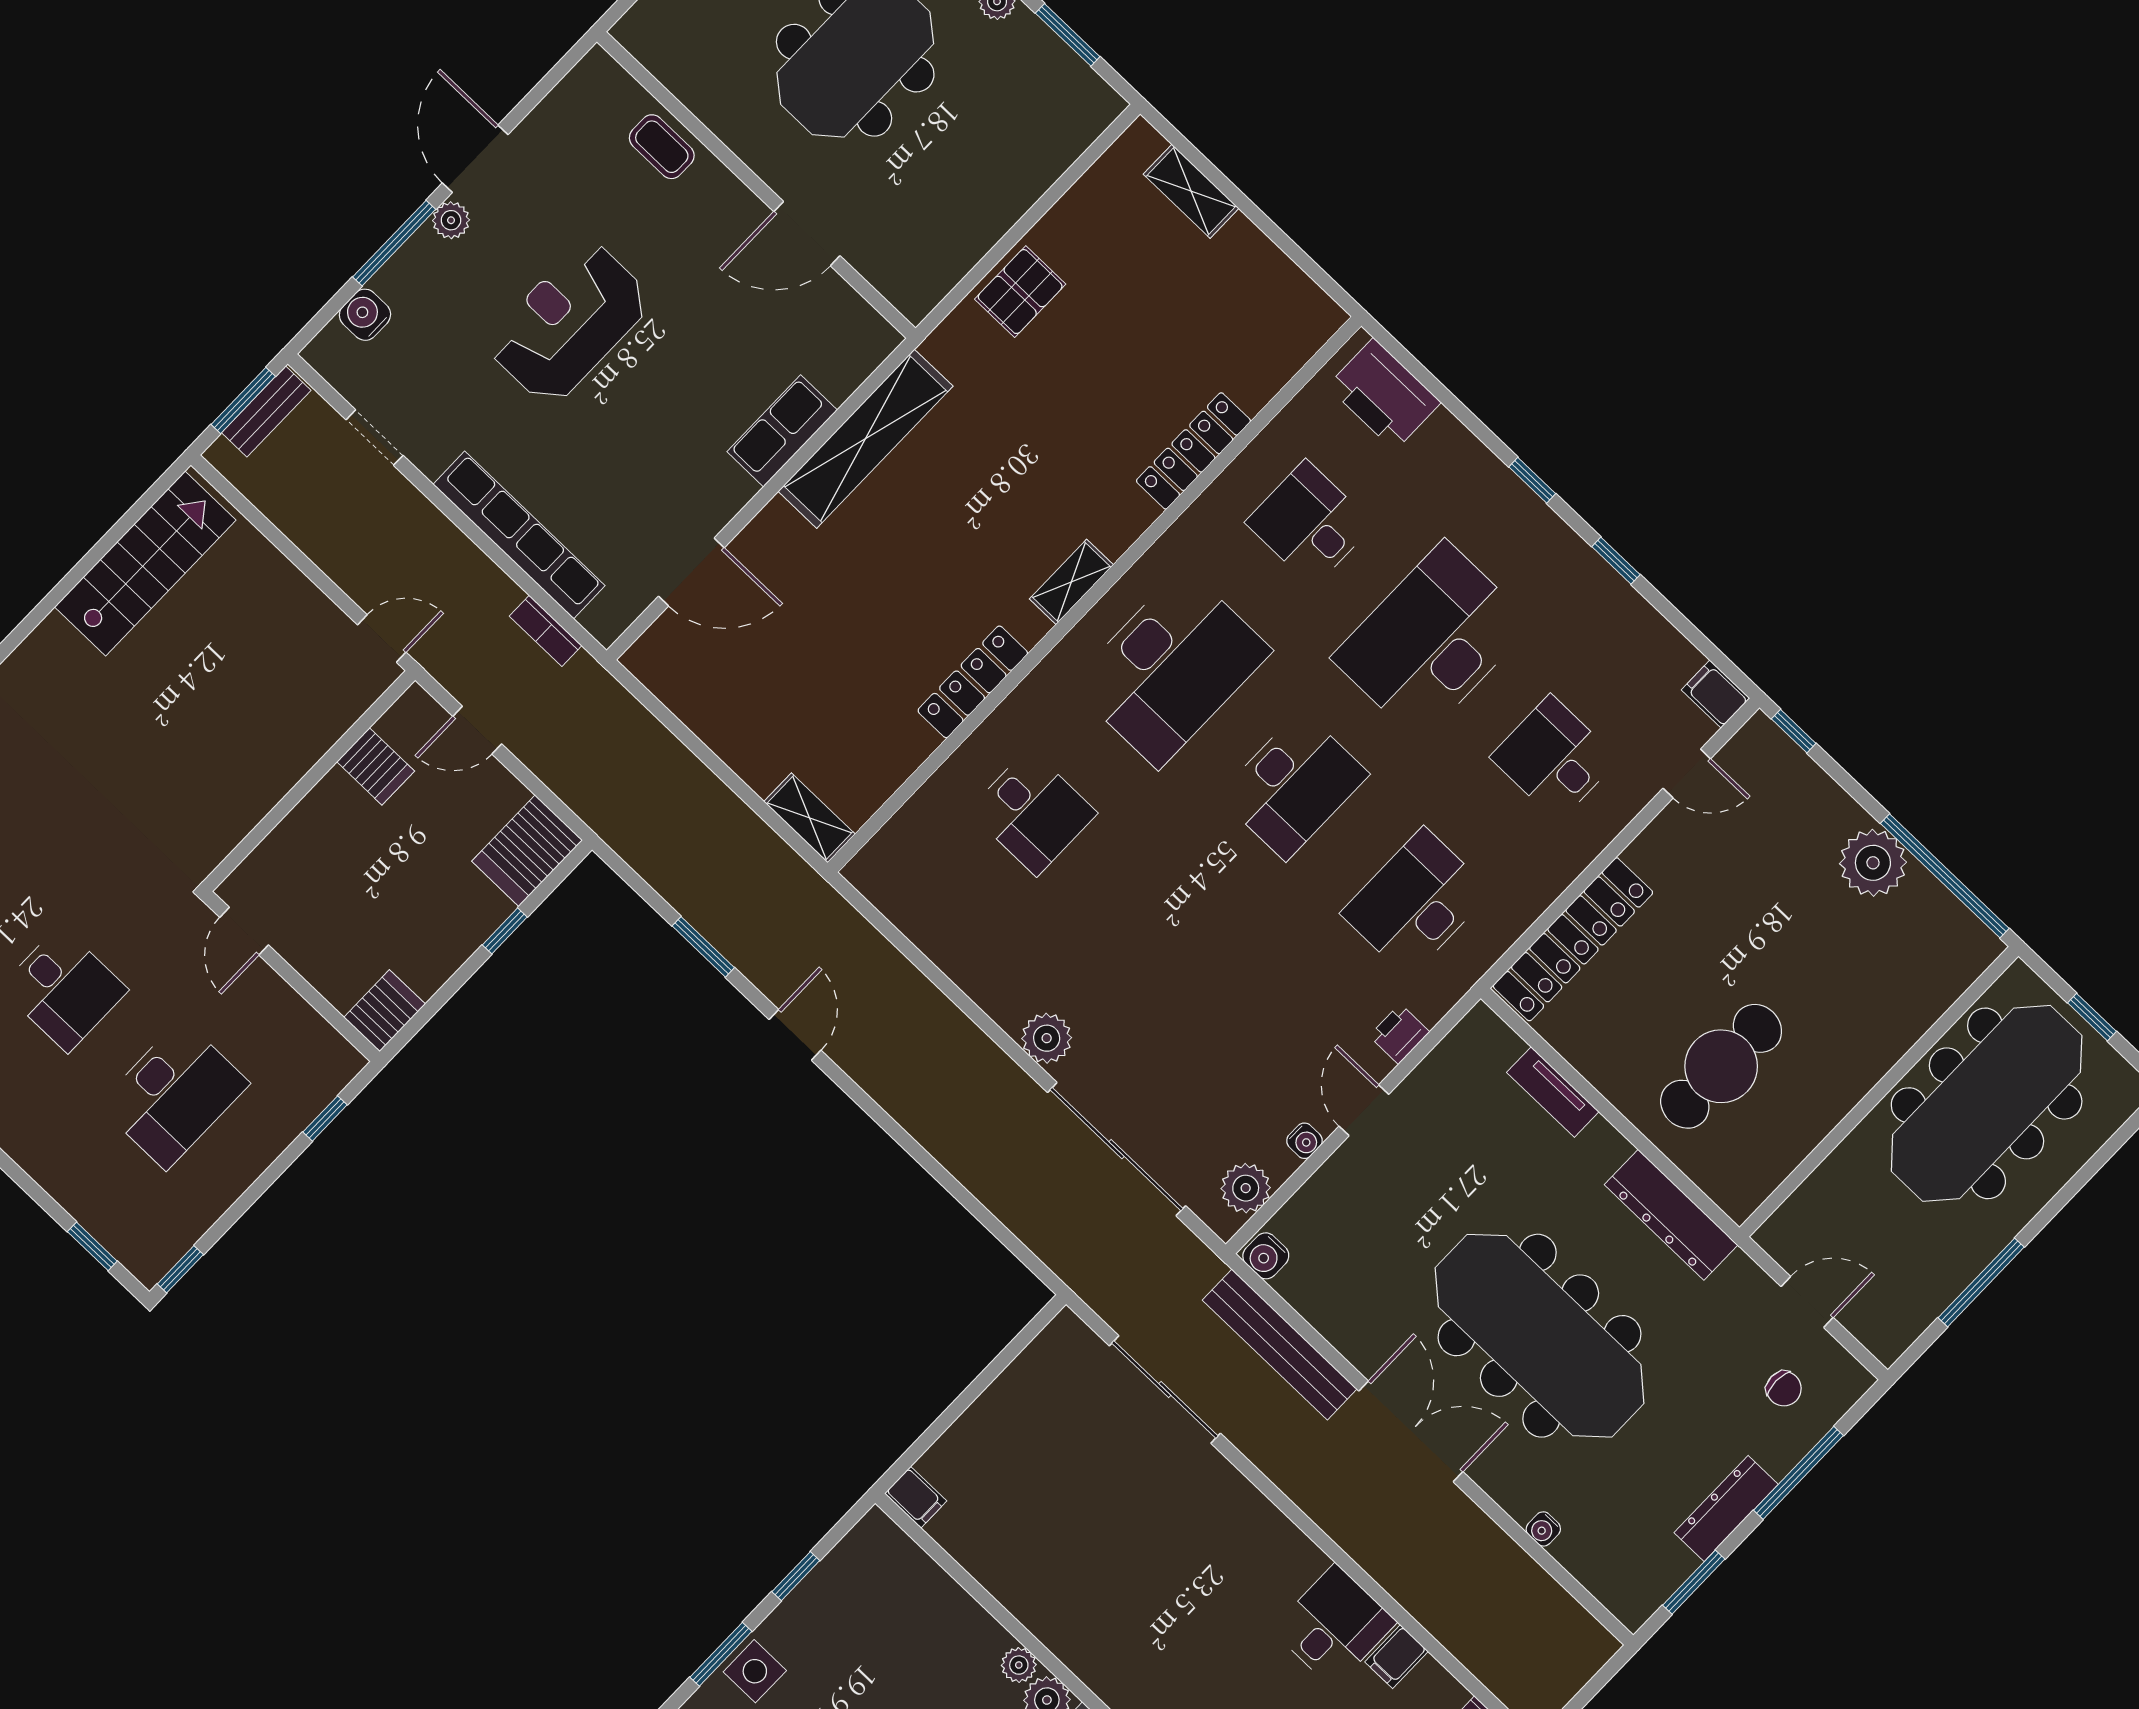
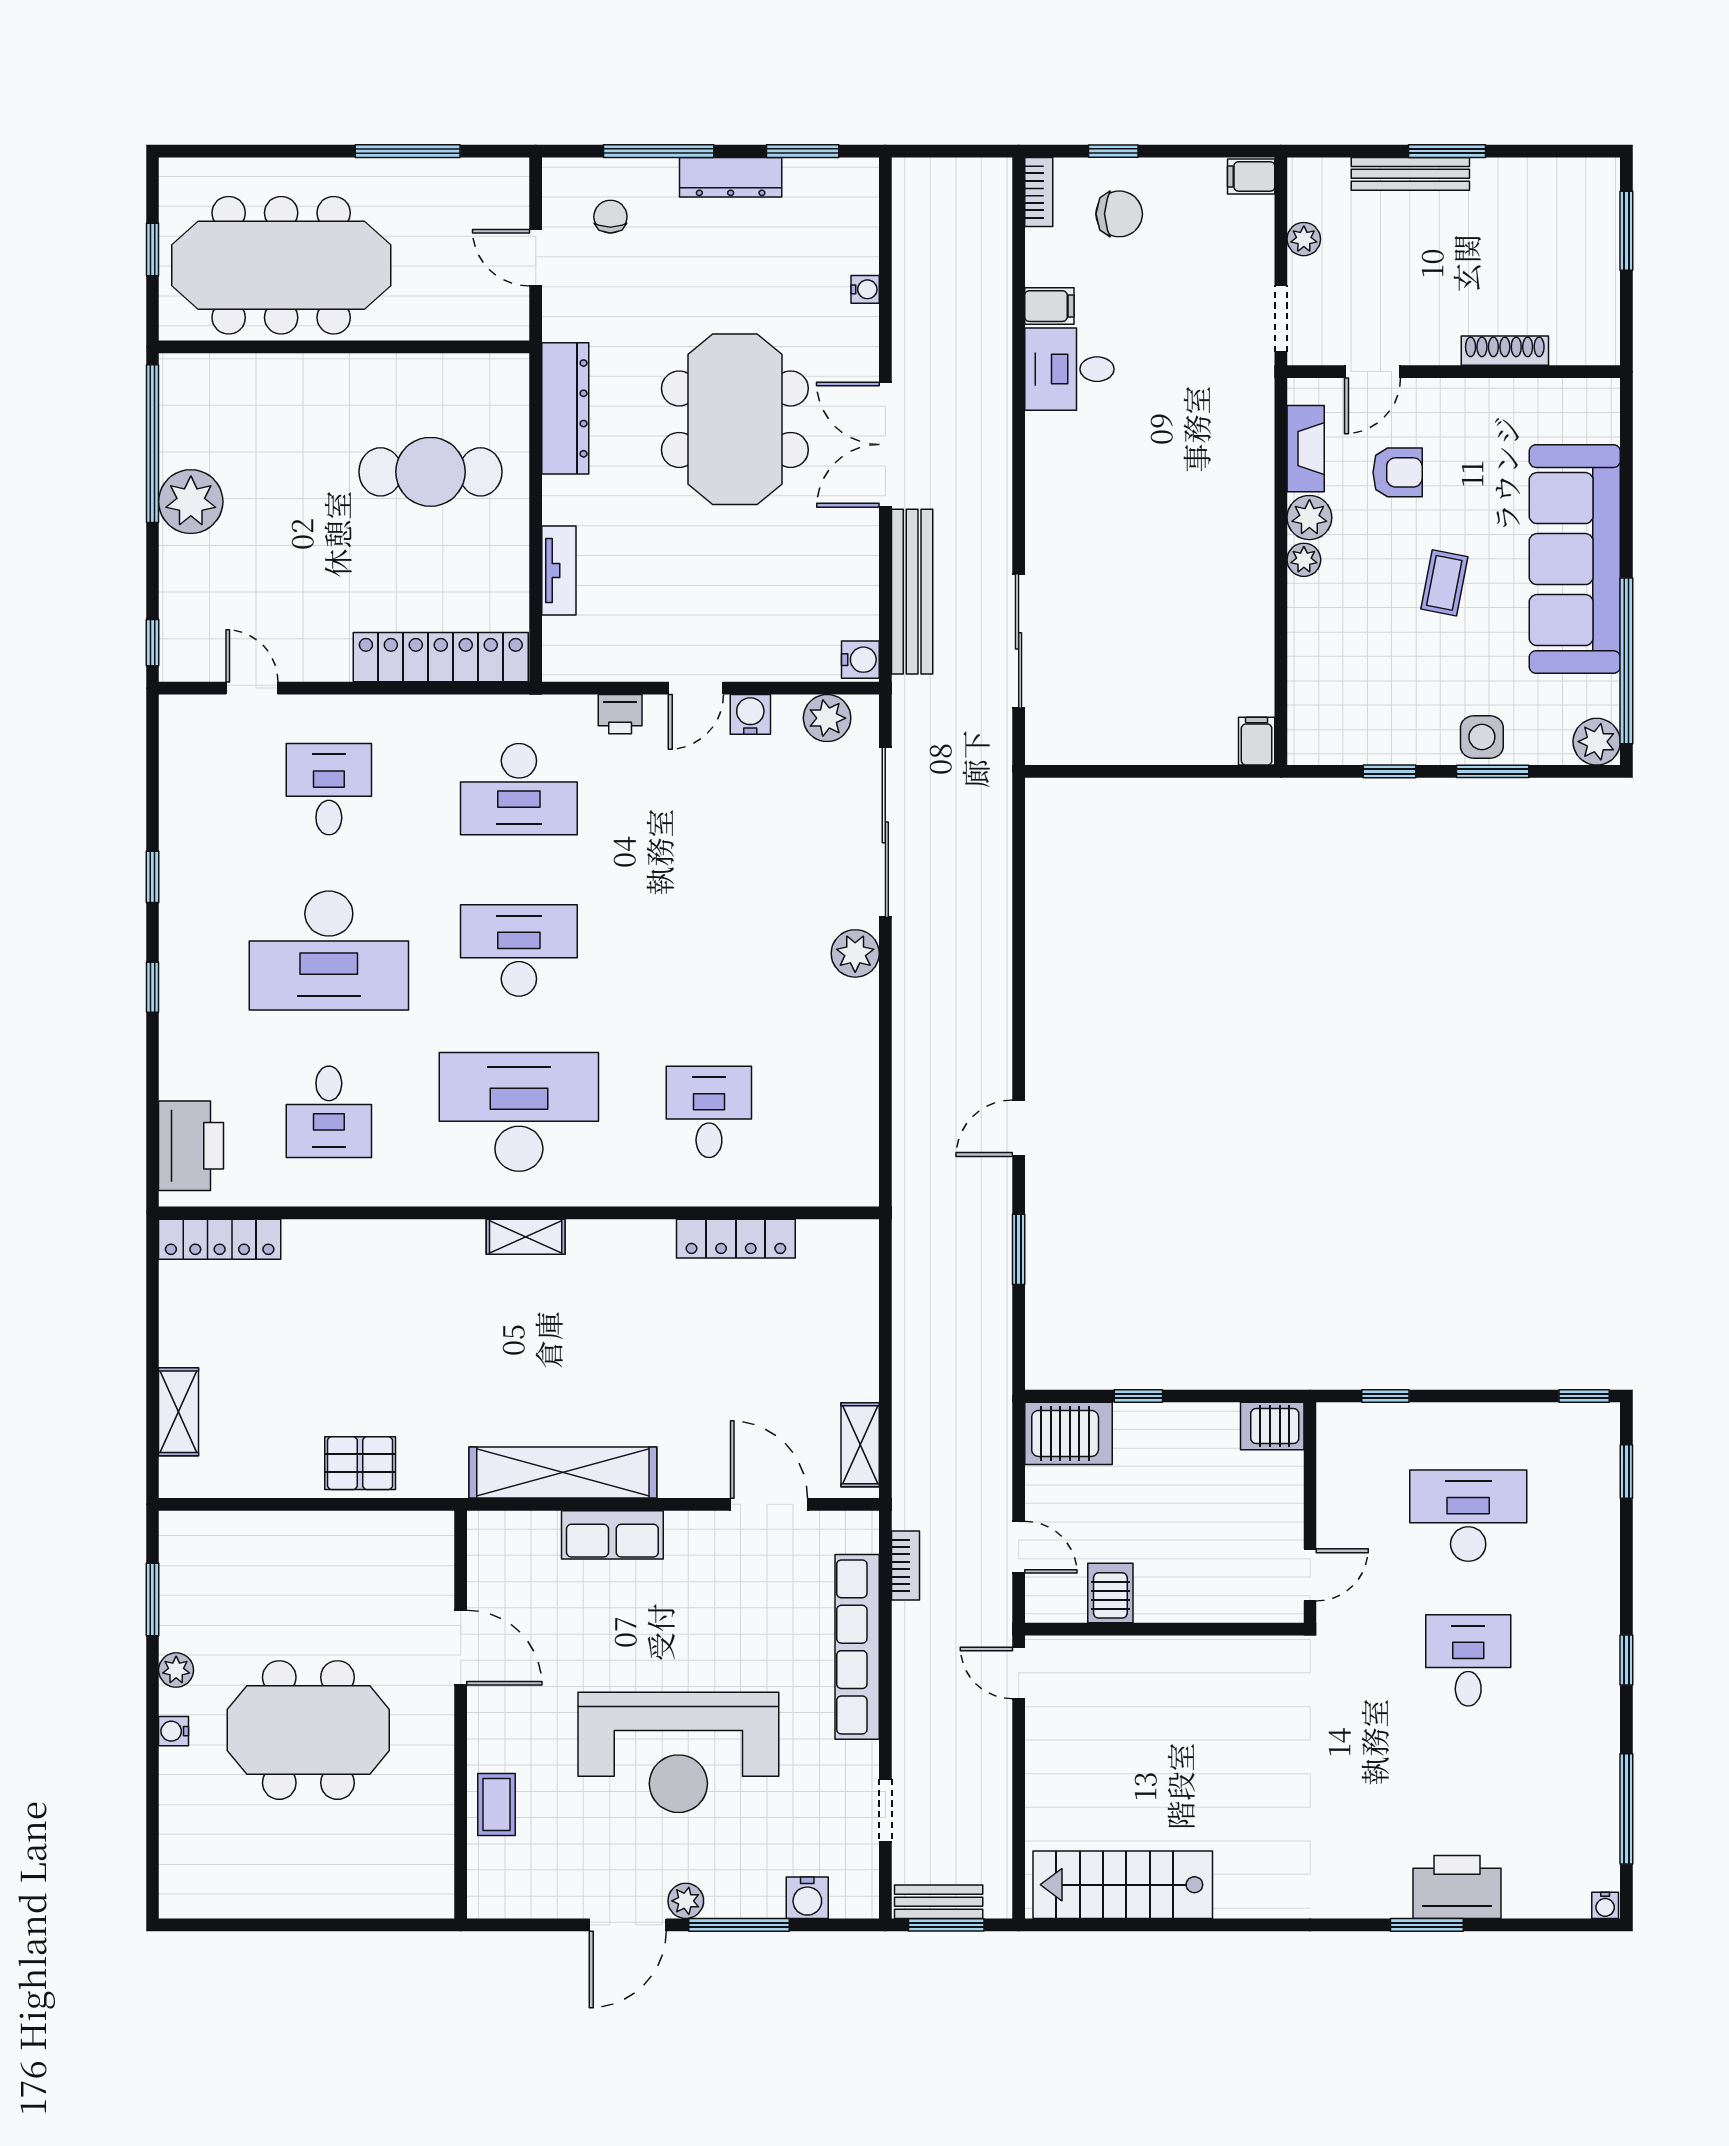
reception desk: (569, 323) -> (678, 1752), width x1.36, depth x1.30
locker: (1193, 451) -> (220, 1239), moved
locker: (973, 682) -> (736, 1239), moved
filing cabinet: (1716, 694) -> (179, 721), removed
desk: (1554, 758) -> (329, 789), turned 180
shelving: (809, 818) -> (860, 1445), moved
water cooler: (1304, 1141) -> (750, 714), width x1.38, depth x1.38
meeting table: (1540, 1336) -> (735, 419), width x0.73

